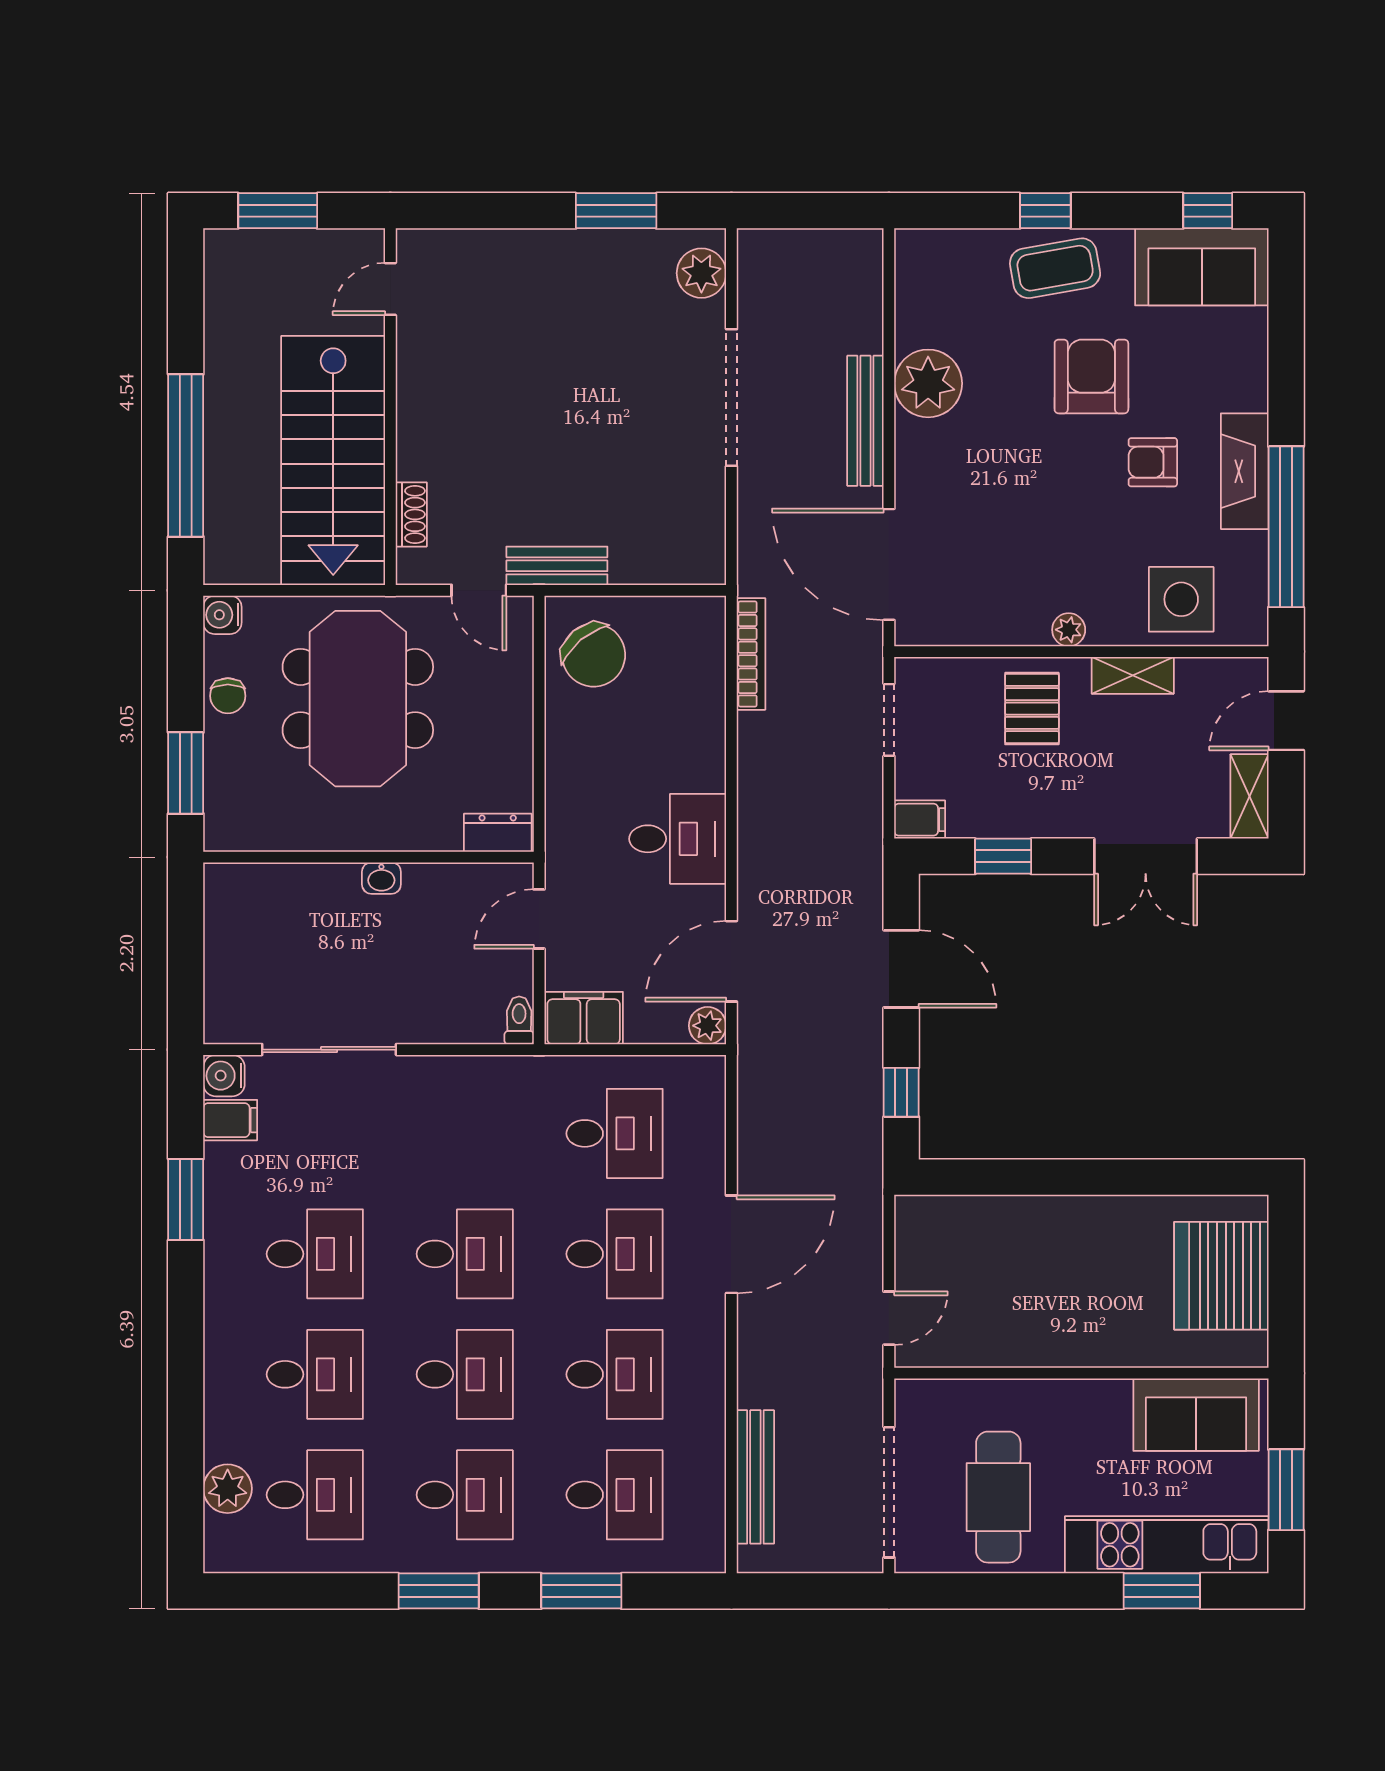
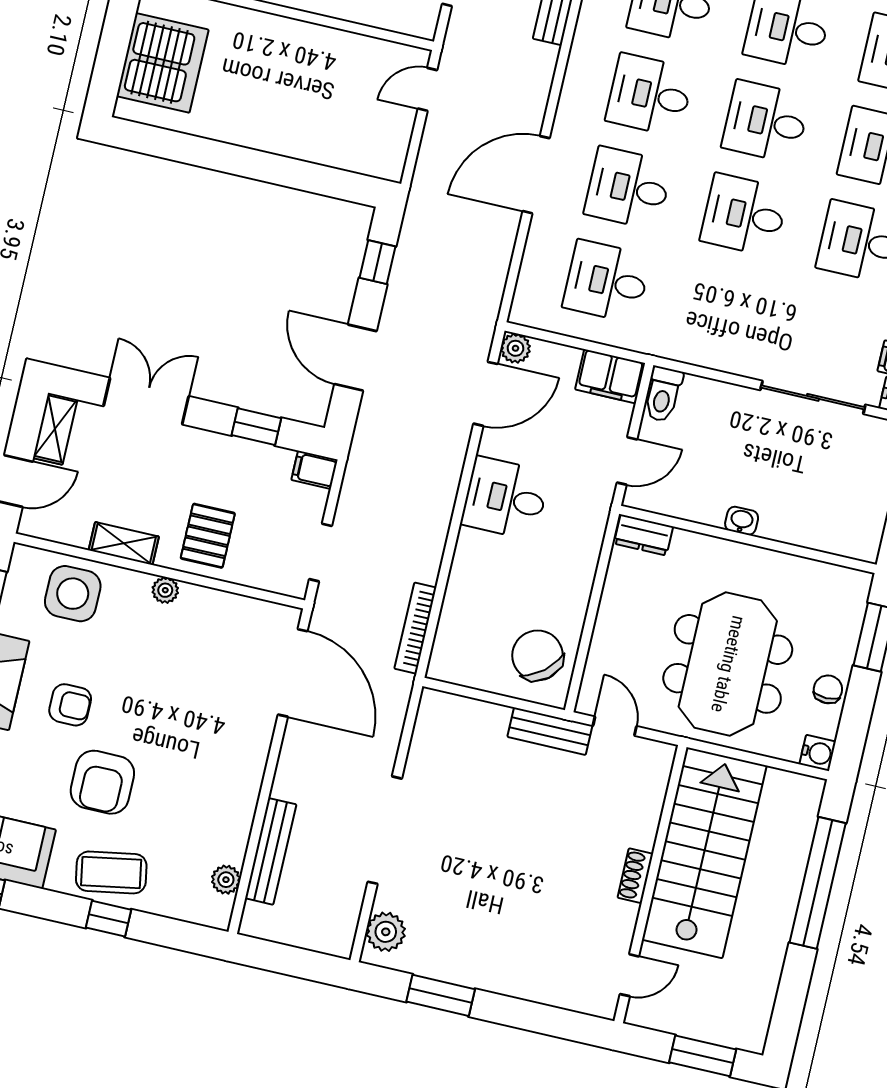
plant: (928, 383) -> (226, 880), moved, width x0.53, depth x0.53
bench: (865, 421) -> (271, 851), moved
shoe rack: (411, 514) -> (635, 876), moved
toilet: (519, 1020) -> (663, 394), width x1.37, depth x1.39

